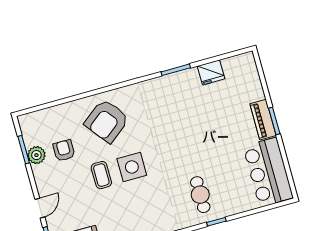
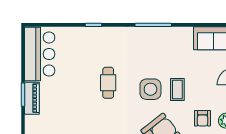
cafe table: (200, 195) -> (108, 83), moved

